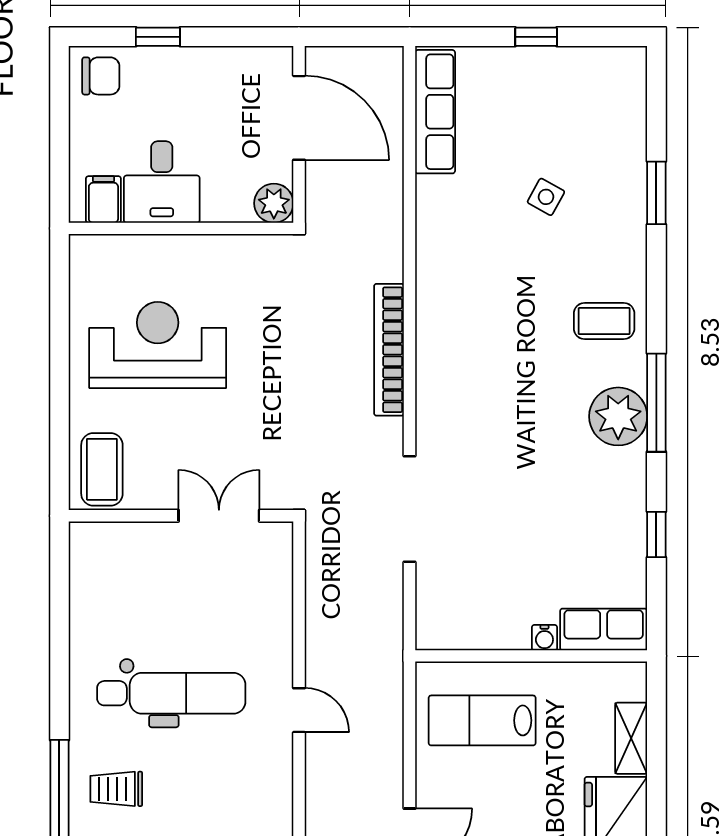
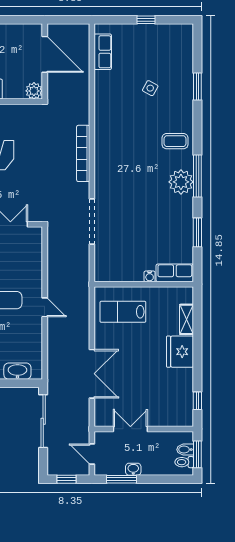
row of seats: (435, 112) -> (103, 52), width x0.68
window: (656, 534) -> (197, 232), width x1.50

